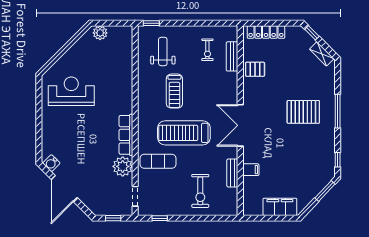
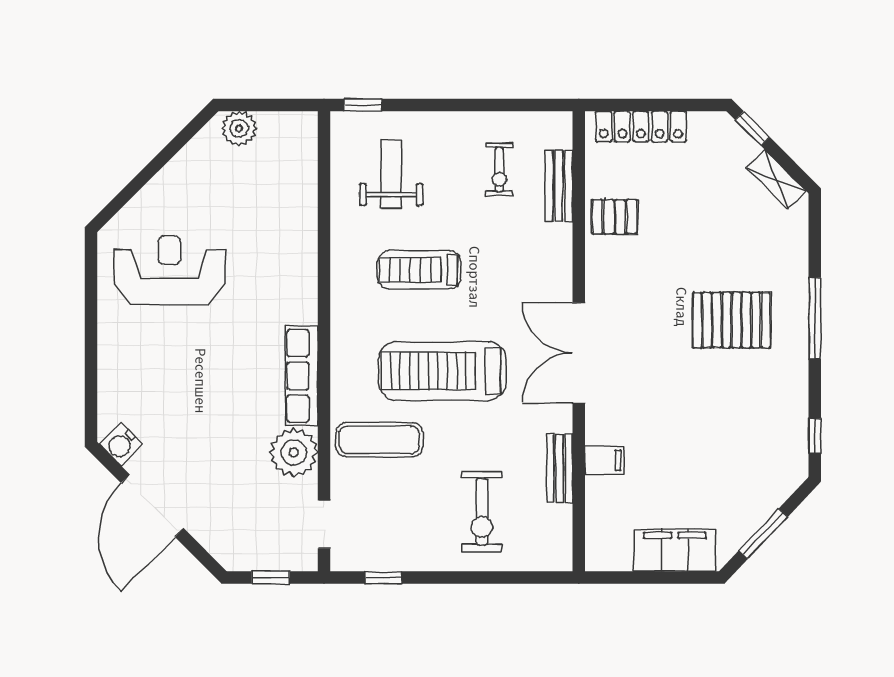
treadmill: (174, 91) -> (419, 270), turned 90
window: (325, 191) -> (763, 534), moved

